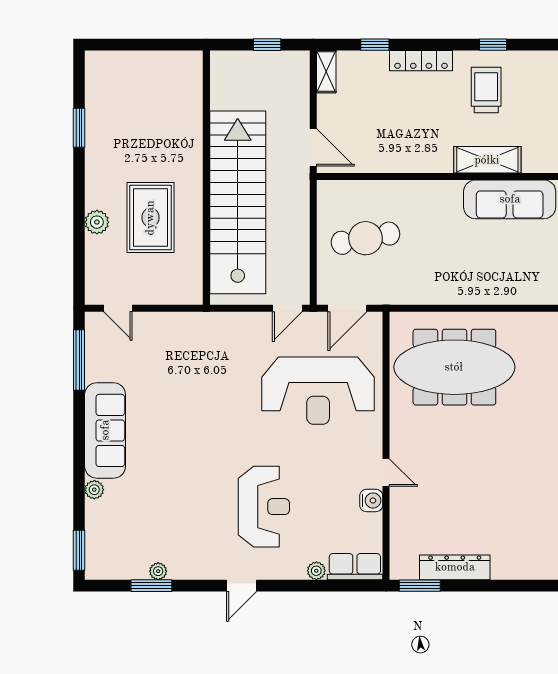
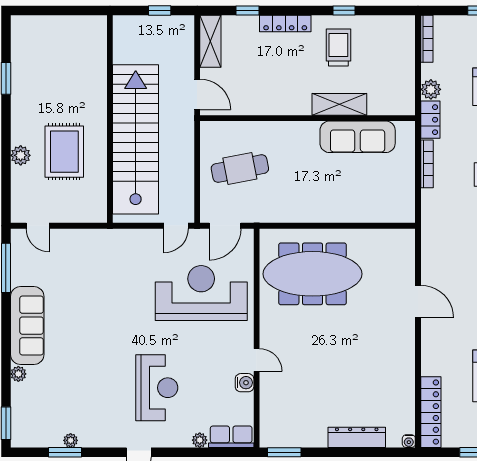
shelving: (326, 72) -> (210, 41), width x1.50, depth x1.33
reception desk: (318, 391) -> (201, 293), turned 180
dresser: (455, 567) -> (357, 437), moved

